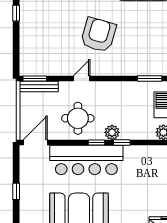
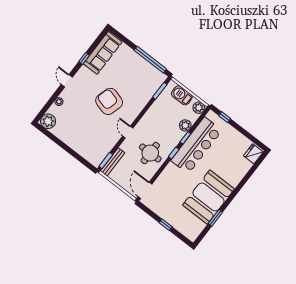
window: (16, 13) -> (58, 141), removed
plant: (112, 132) -> (185, 125), moved
bar counter: (86, 160) -> (196, 145), moved

